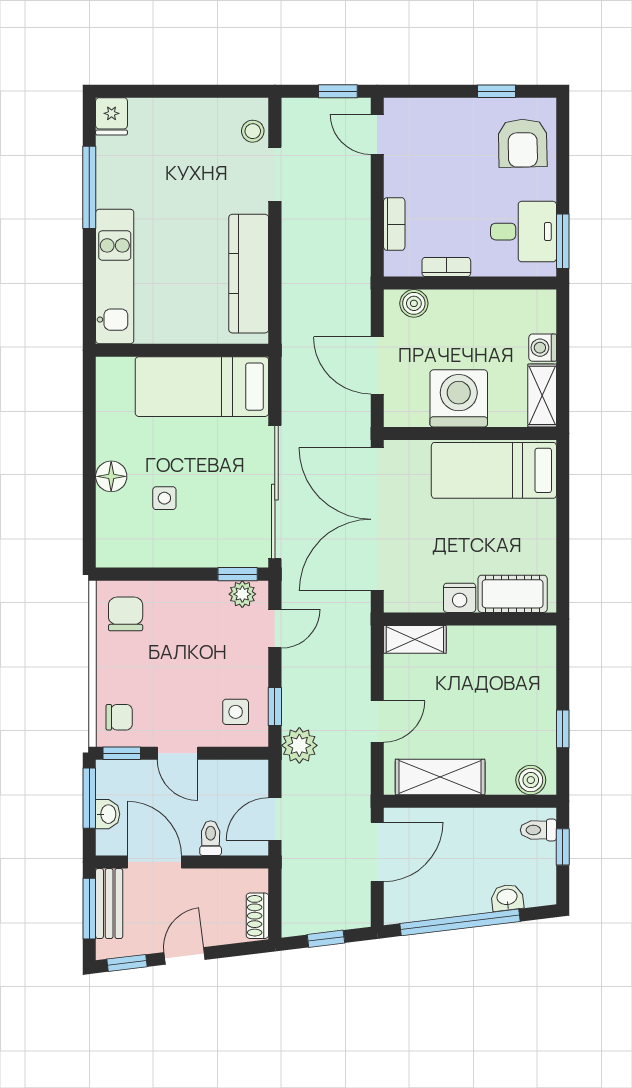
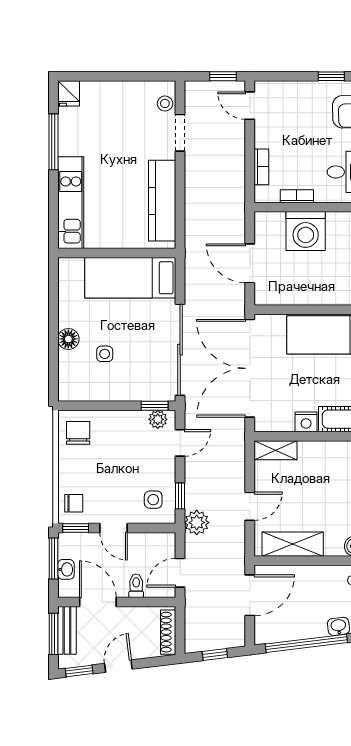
boiler: (414, 303) -> (275, 221), removed
washing machine: (459, 398) -> (306, 231), moved, turned 180
shoe rack: (257, 916) -> (168, 632), width x1.43

